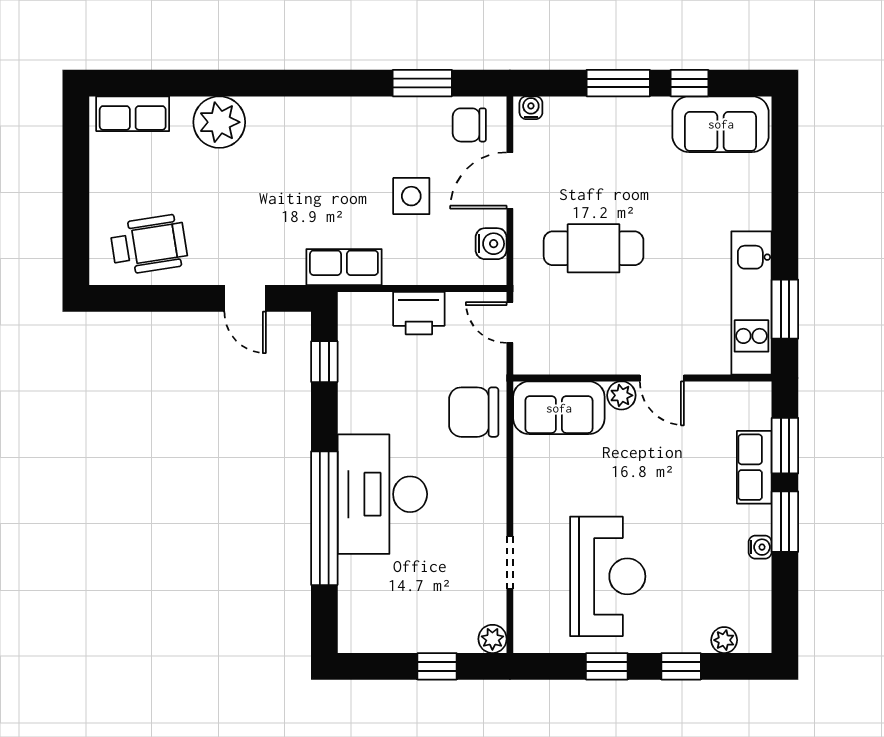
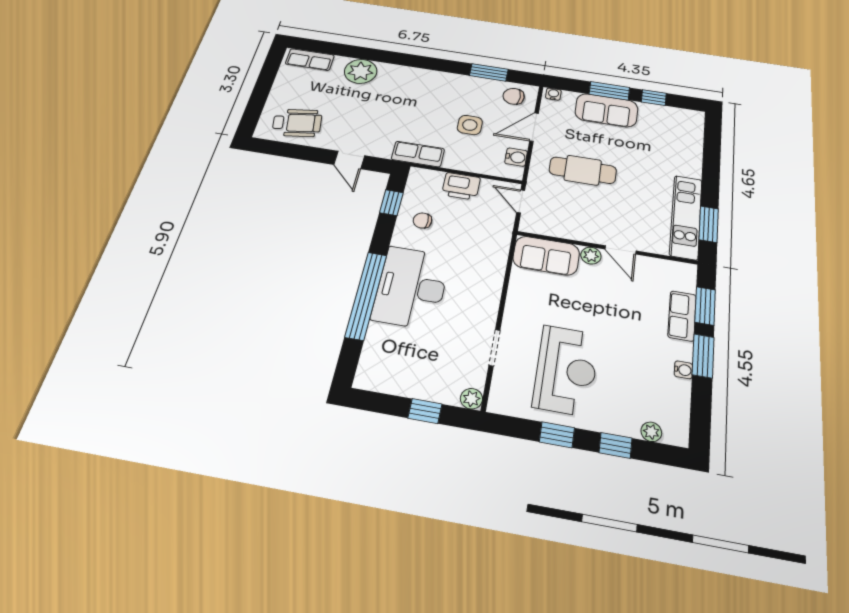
sofa: (721, 124) -> (606, 110), moved
chair: (474, 412) -> (422, 221), moved, width x0.54, depth x0.54

